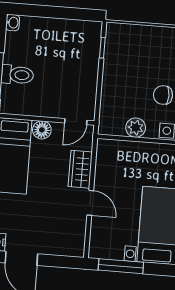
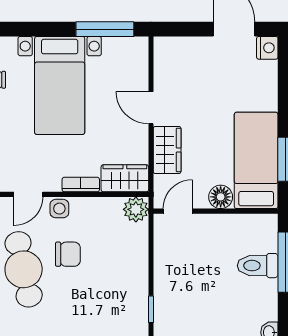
plant: (136, 128) -> (136, 209), moved
bookcase: (149, 148) -> (81, 185), added
wardrobe: (115, 150) -> (125, 178), added

